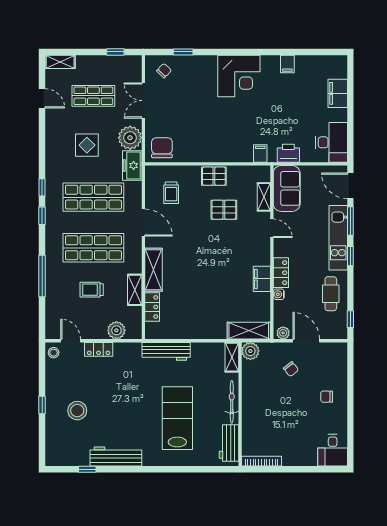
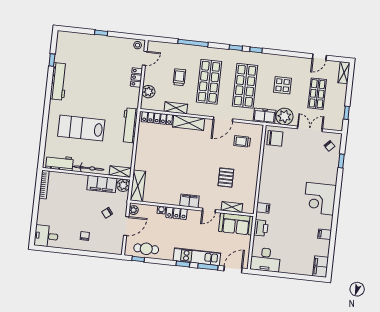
filing cabinet: (338, 93) -> (321, 267), moved, turned -90
pallet: (214, 176) -> (251, 173), removed
filing cabinet: (262, 279) -> (189, 201), moved
cafe table: (331, 294) -> (146, 249), moved
locker: (152, 307) -> (157, 118), width x1.53
filing cabinet: (252, 381) -> (102, 184), added
stool: (77, 411) -> (94, 57), removed
lab bench: (177, 418) -> (81, 128), turned 180

